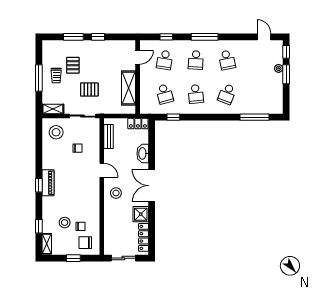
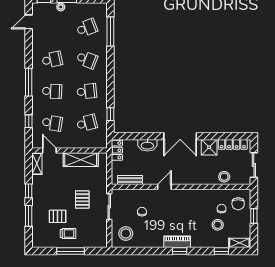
school desk: (258, 94) -> (87, 28), added
shelving: (53, 109) -> (37, 164), moved
stool: (116, 193) -> (224, 177), moved

